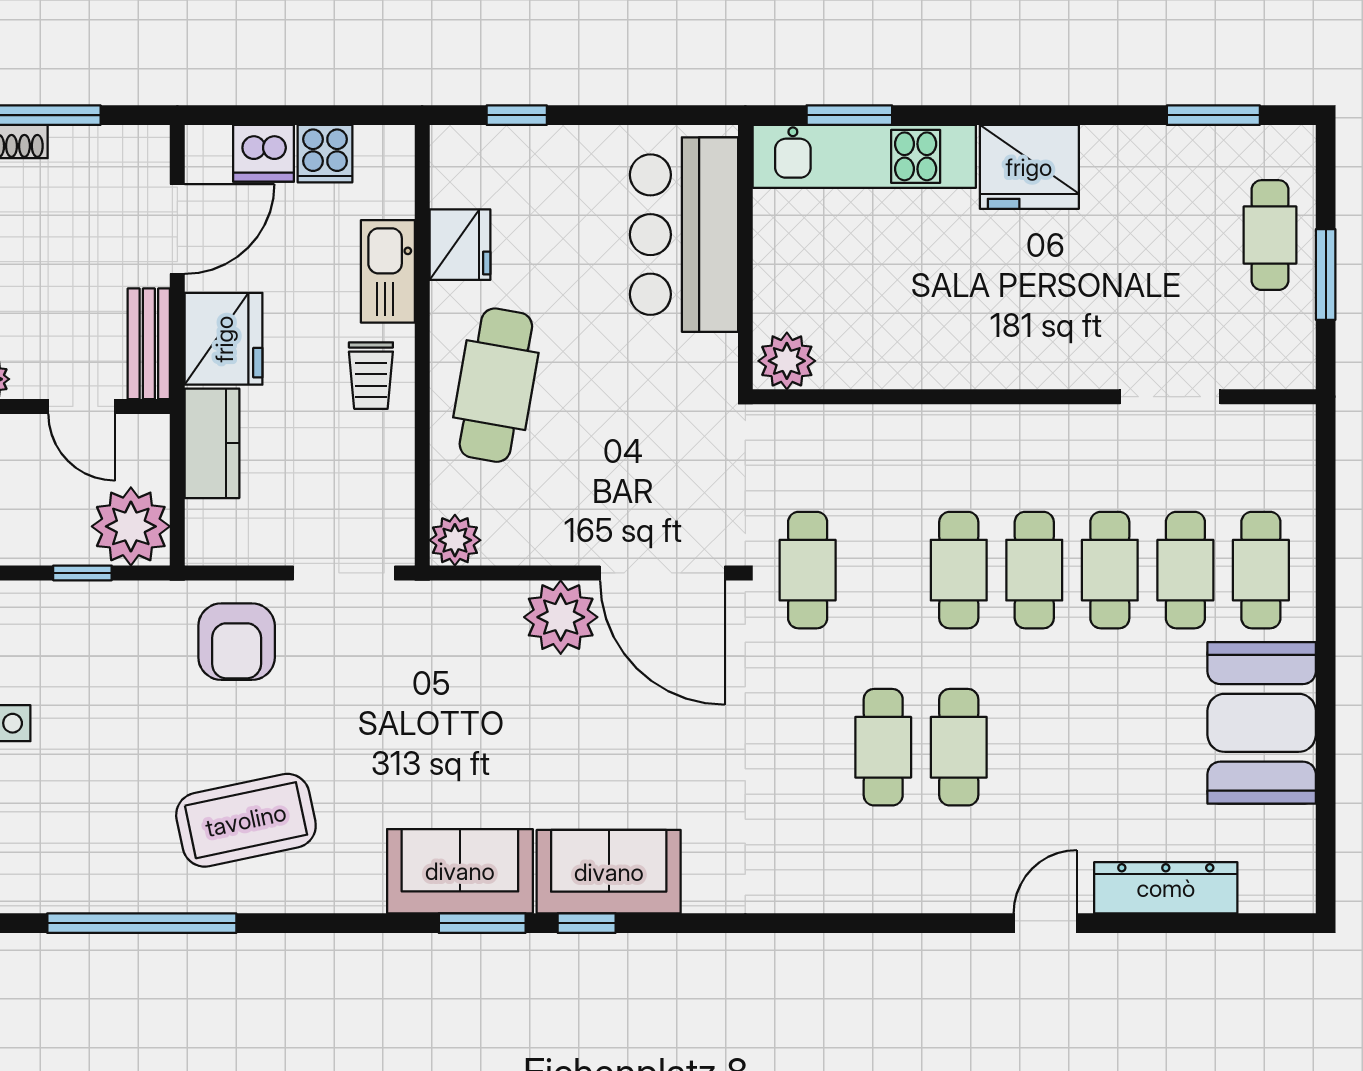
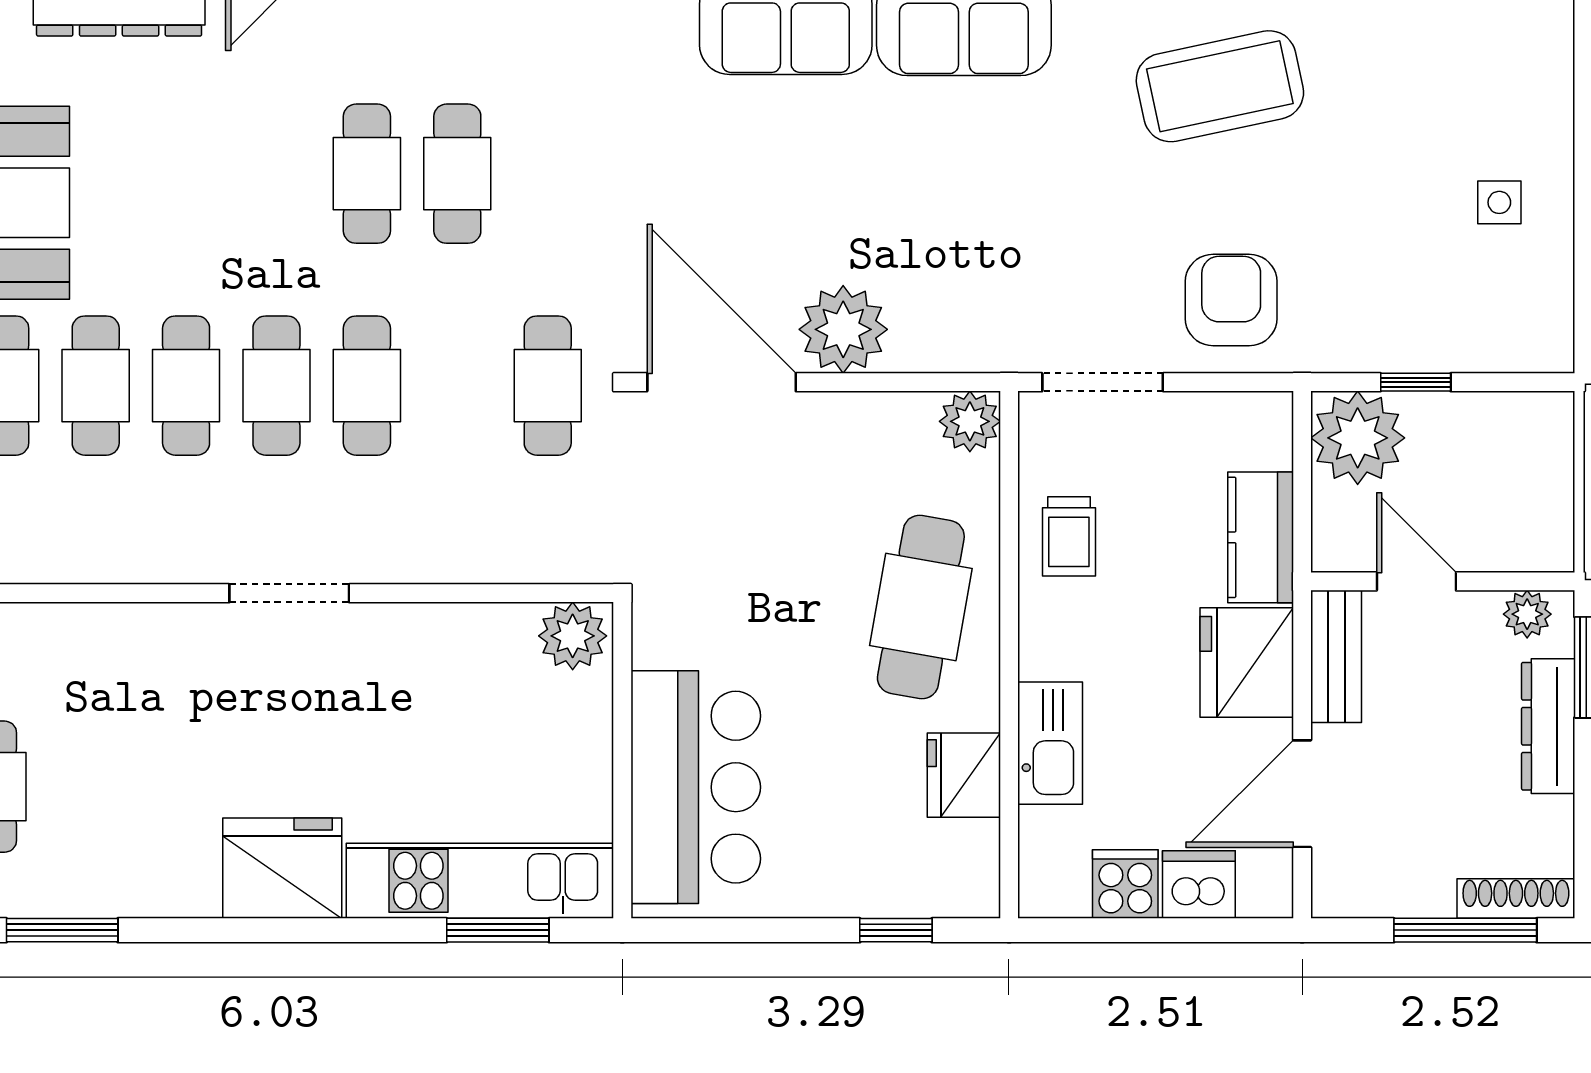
trolley: (371, 376) -> (1069, 536), moved, turned 180
doorway: (1170, 397) -> (289, 593), moved

